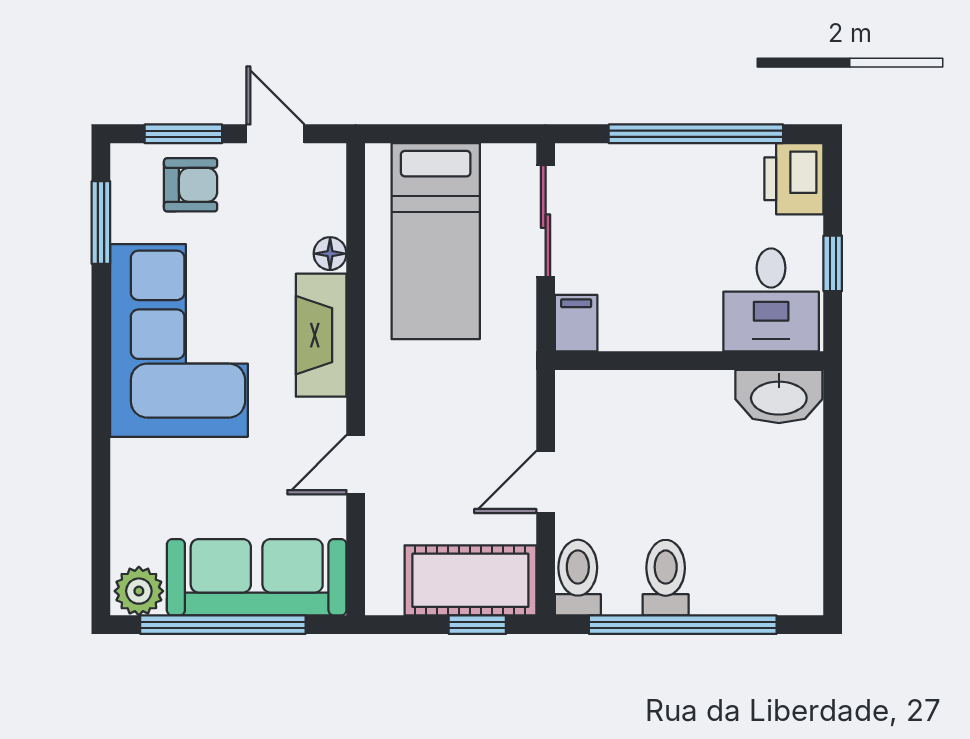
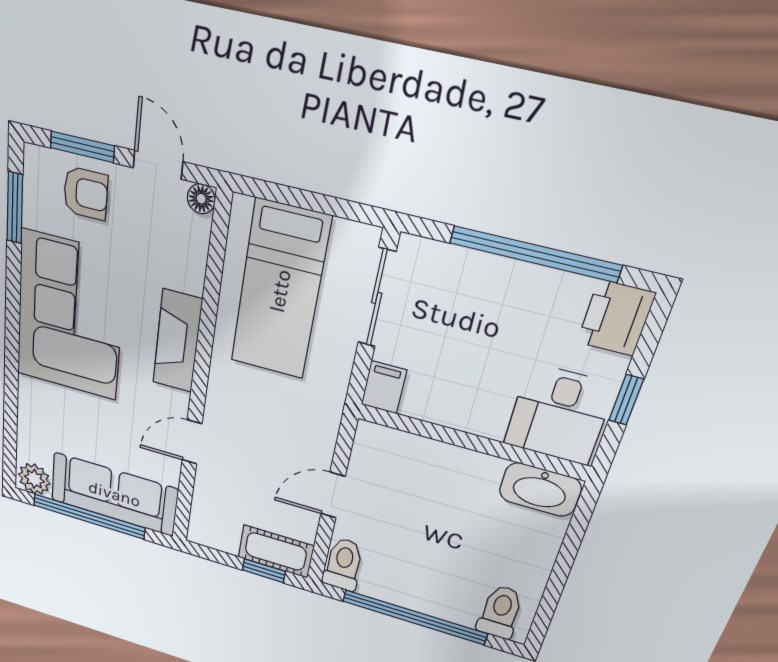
floor lamp: (330, 254) -> (201, 199), moved
toilet: (666, 578) -> (500, 612), moved
cot: (470, 580) -> (276, 551), width x0.73, depth x0.75

